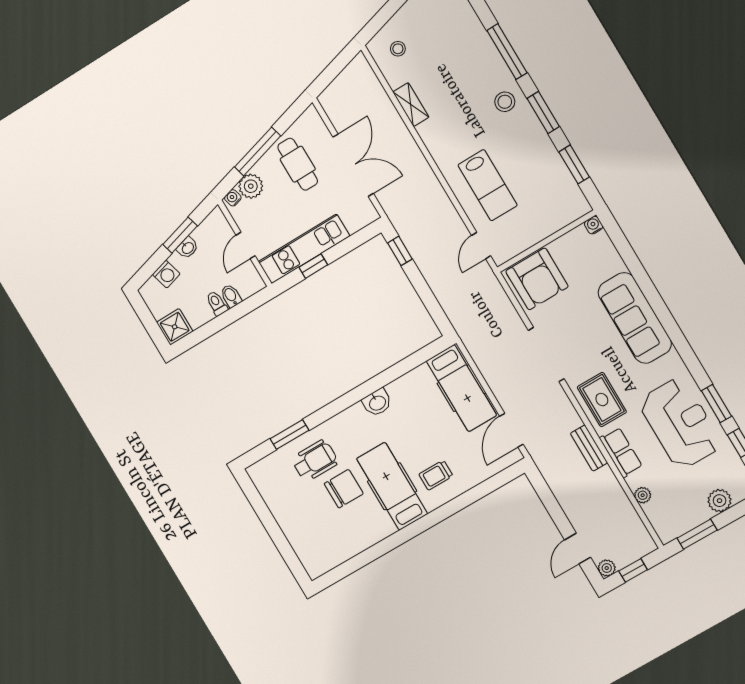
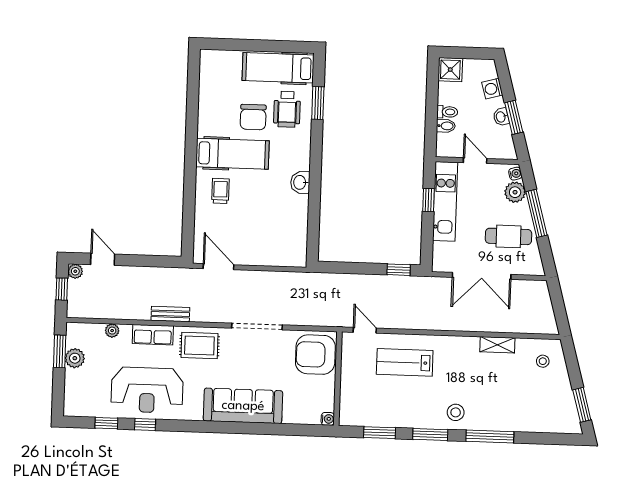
hospital bed: (461, 388) -> (278, 68), moved
window: (716, 404) -> (145, 424), width x0.67
plant: (720, 501) -> (75, 358), moved

